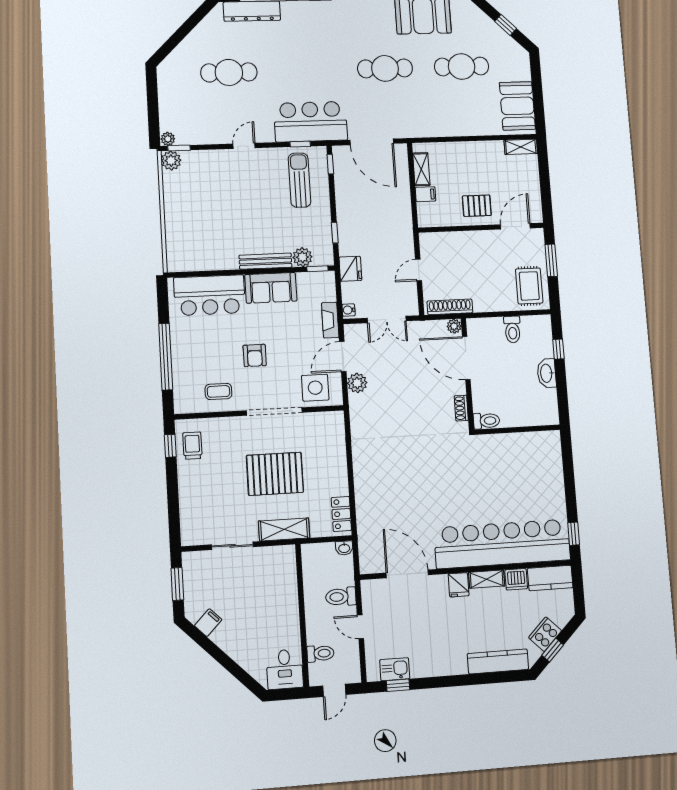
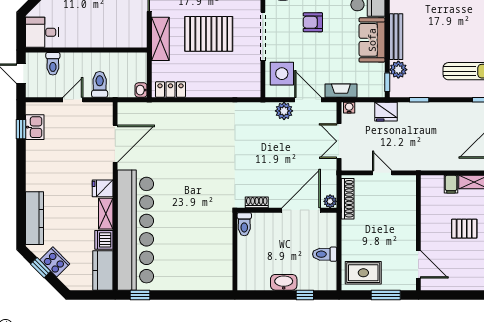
pallet: (477, 206) -> (464, 229), moved, turned 90
pallet: (275, 474) -> (209, 34), turned 90

